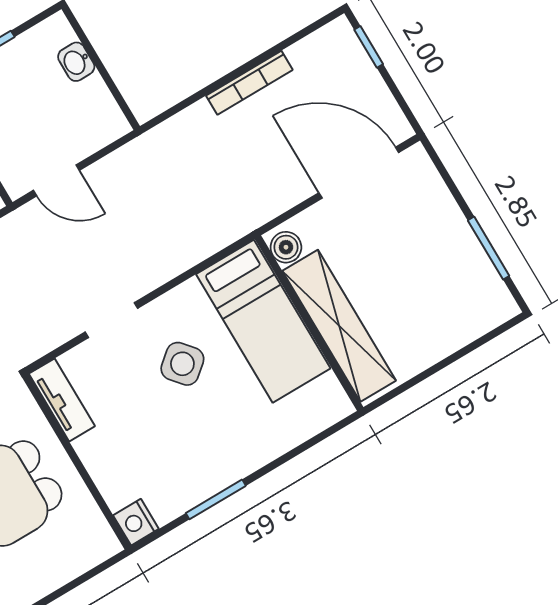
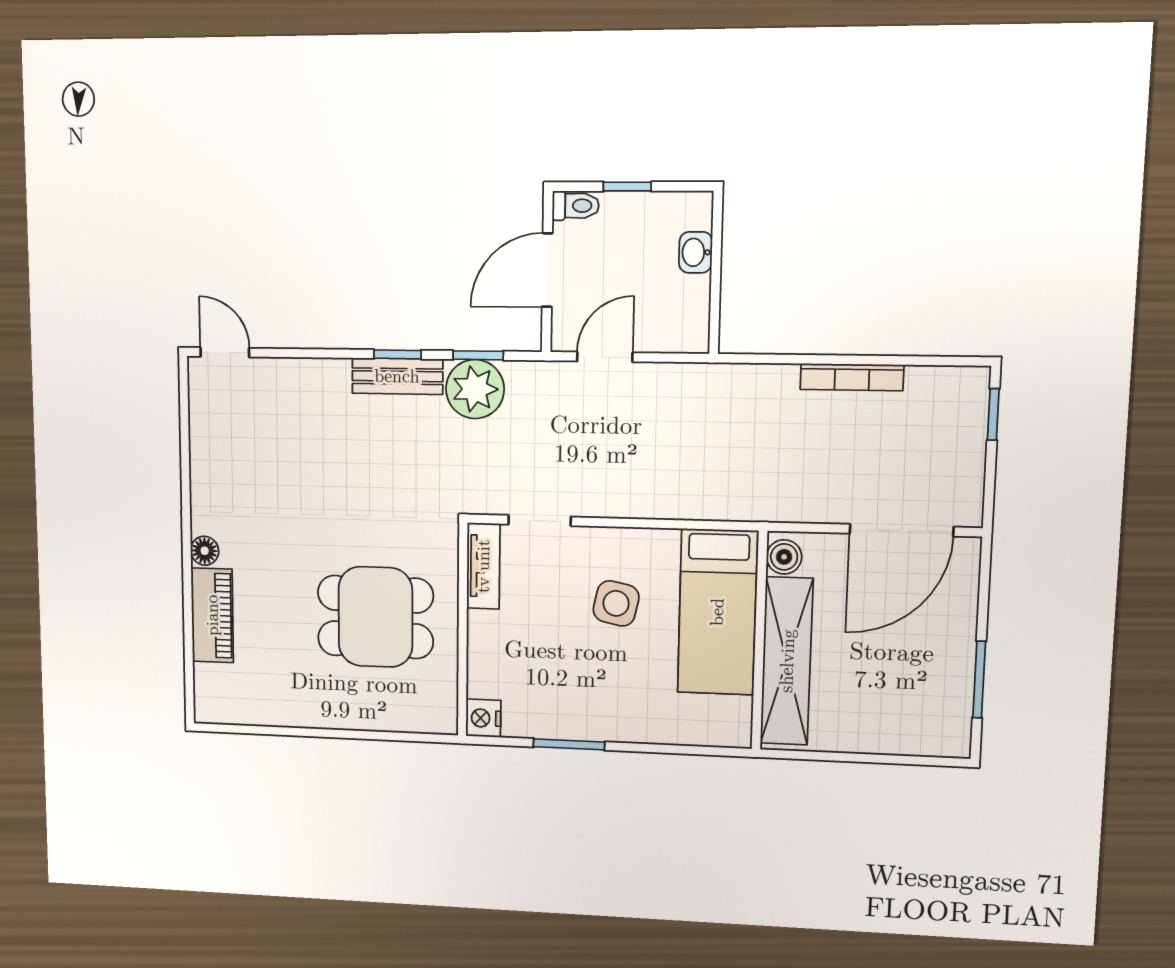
door: (359, 173) -> (901, 530), swing flipped
door: (56, 180) -> (605, 357), swing flipped
doorway: (111, 320) -> (540, 521), moved
side table: (182, 364) -> (616, 603), turned -38

